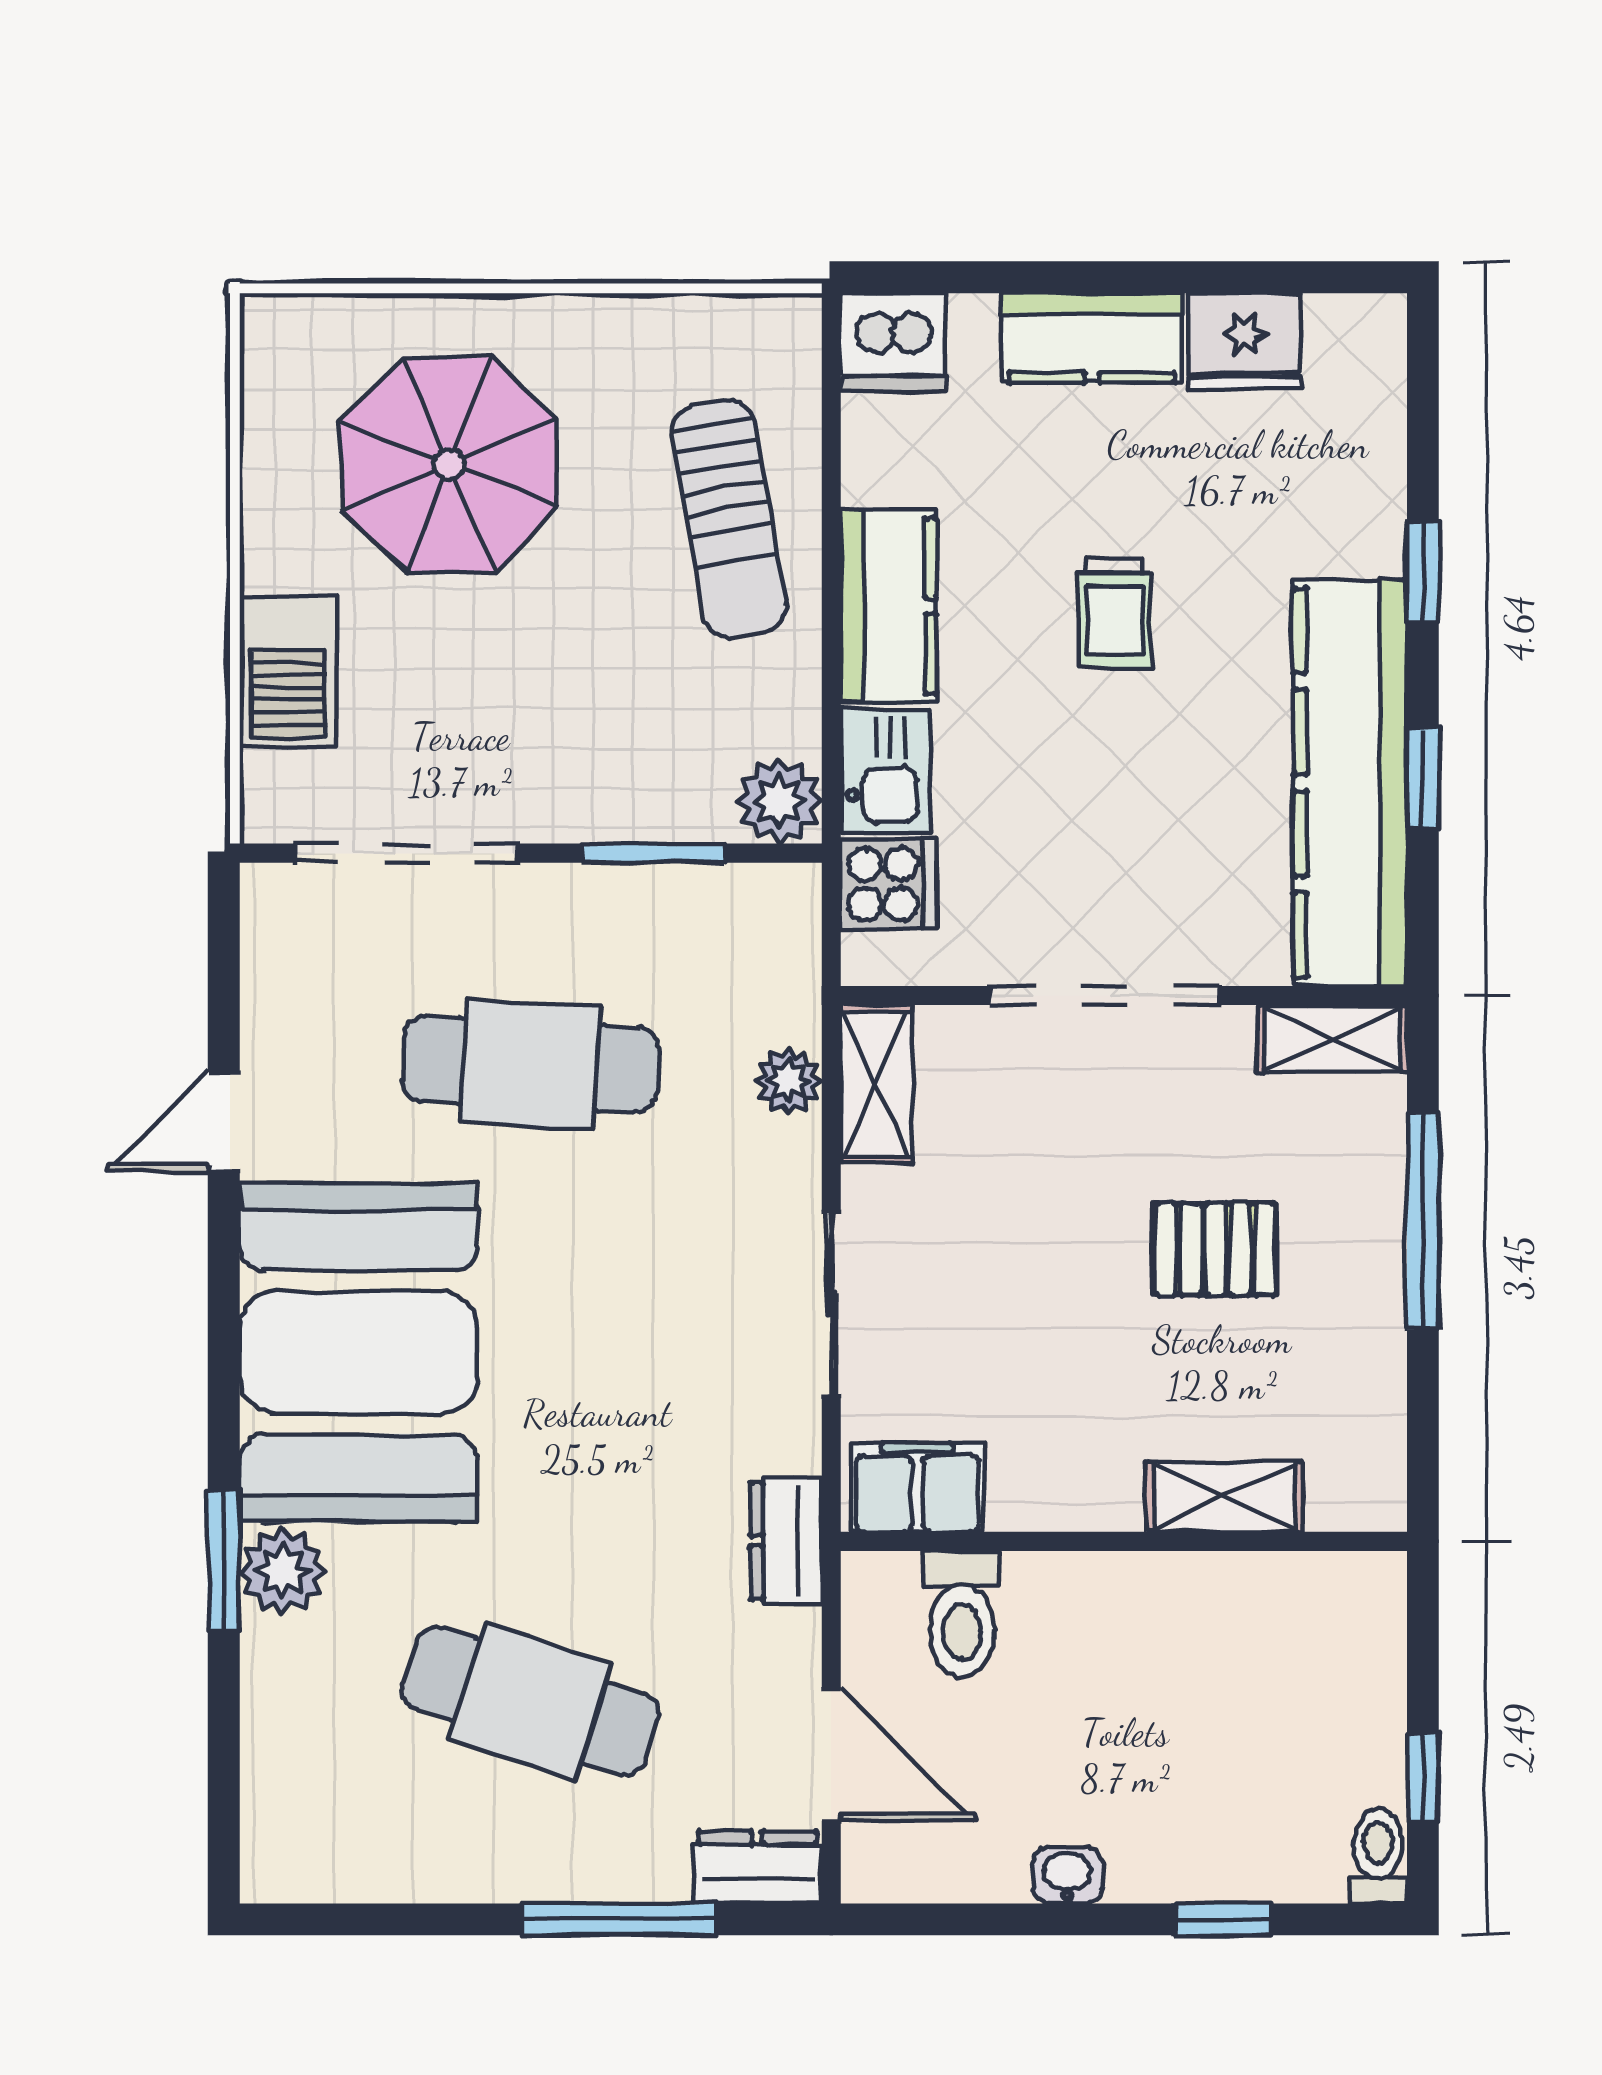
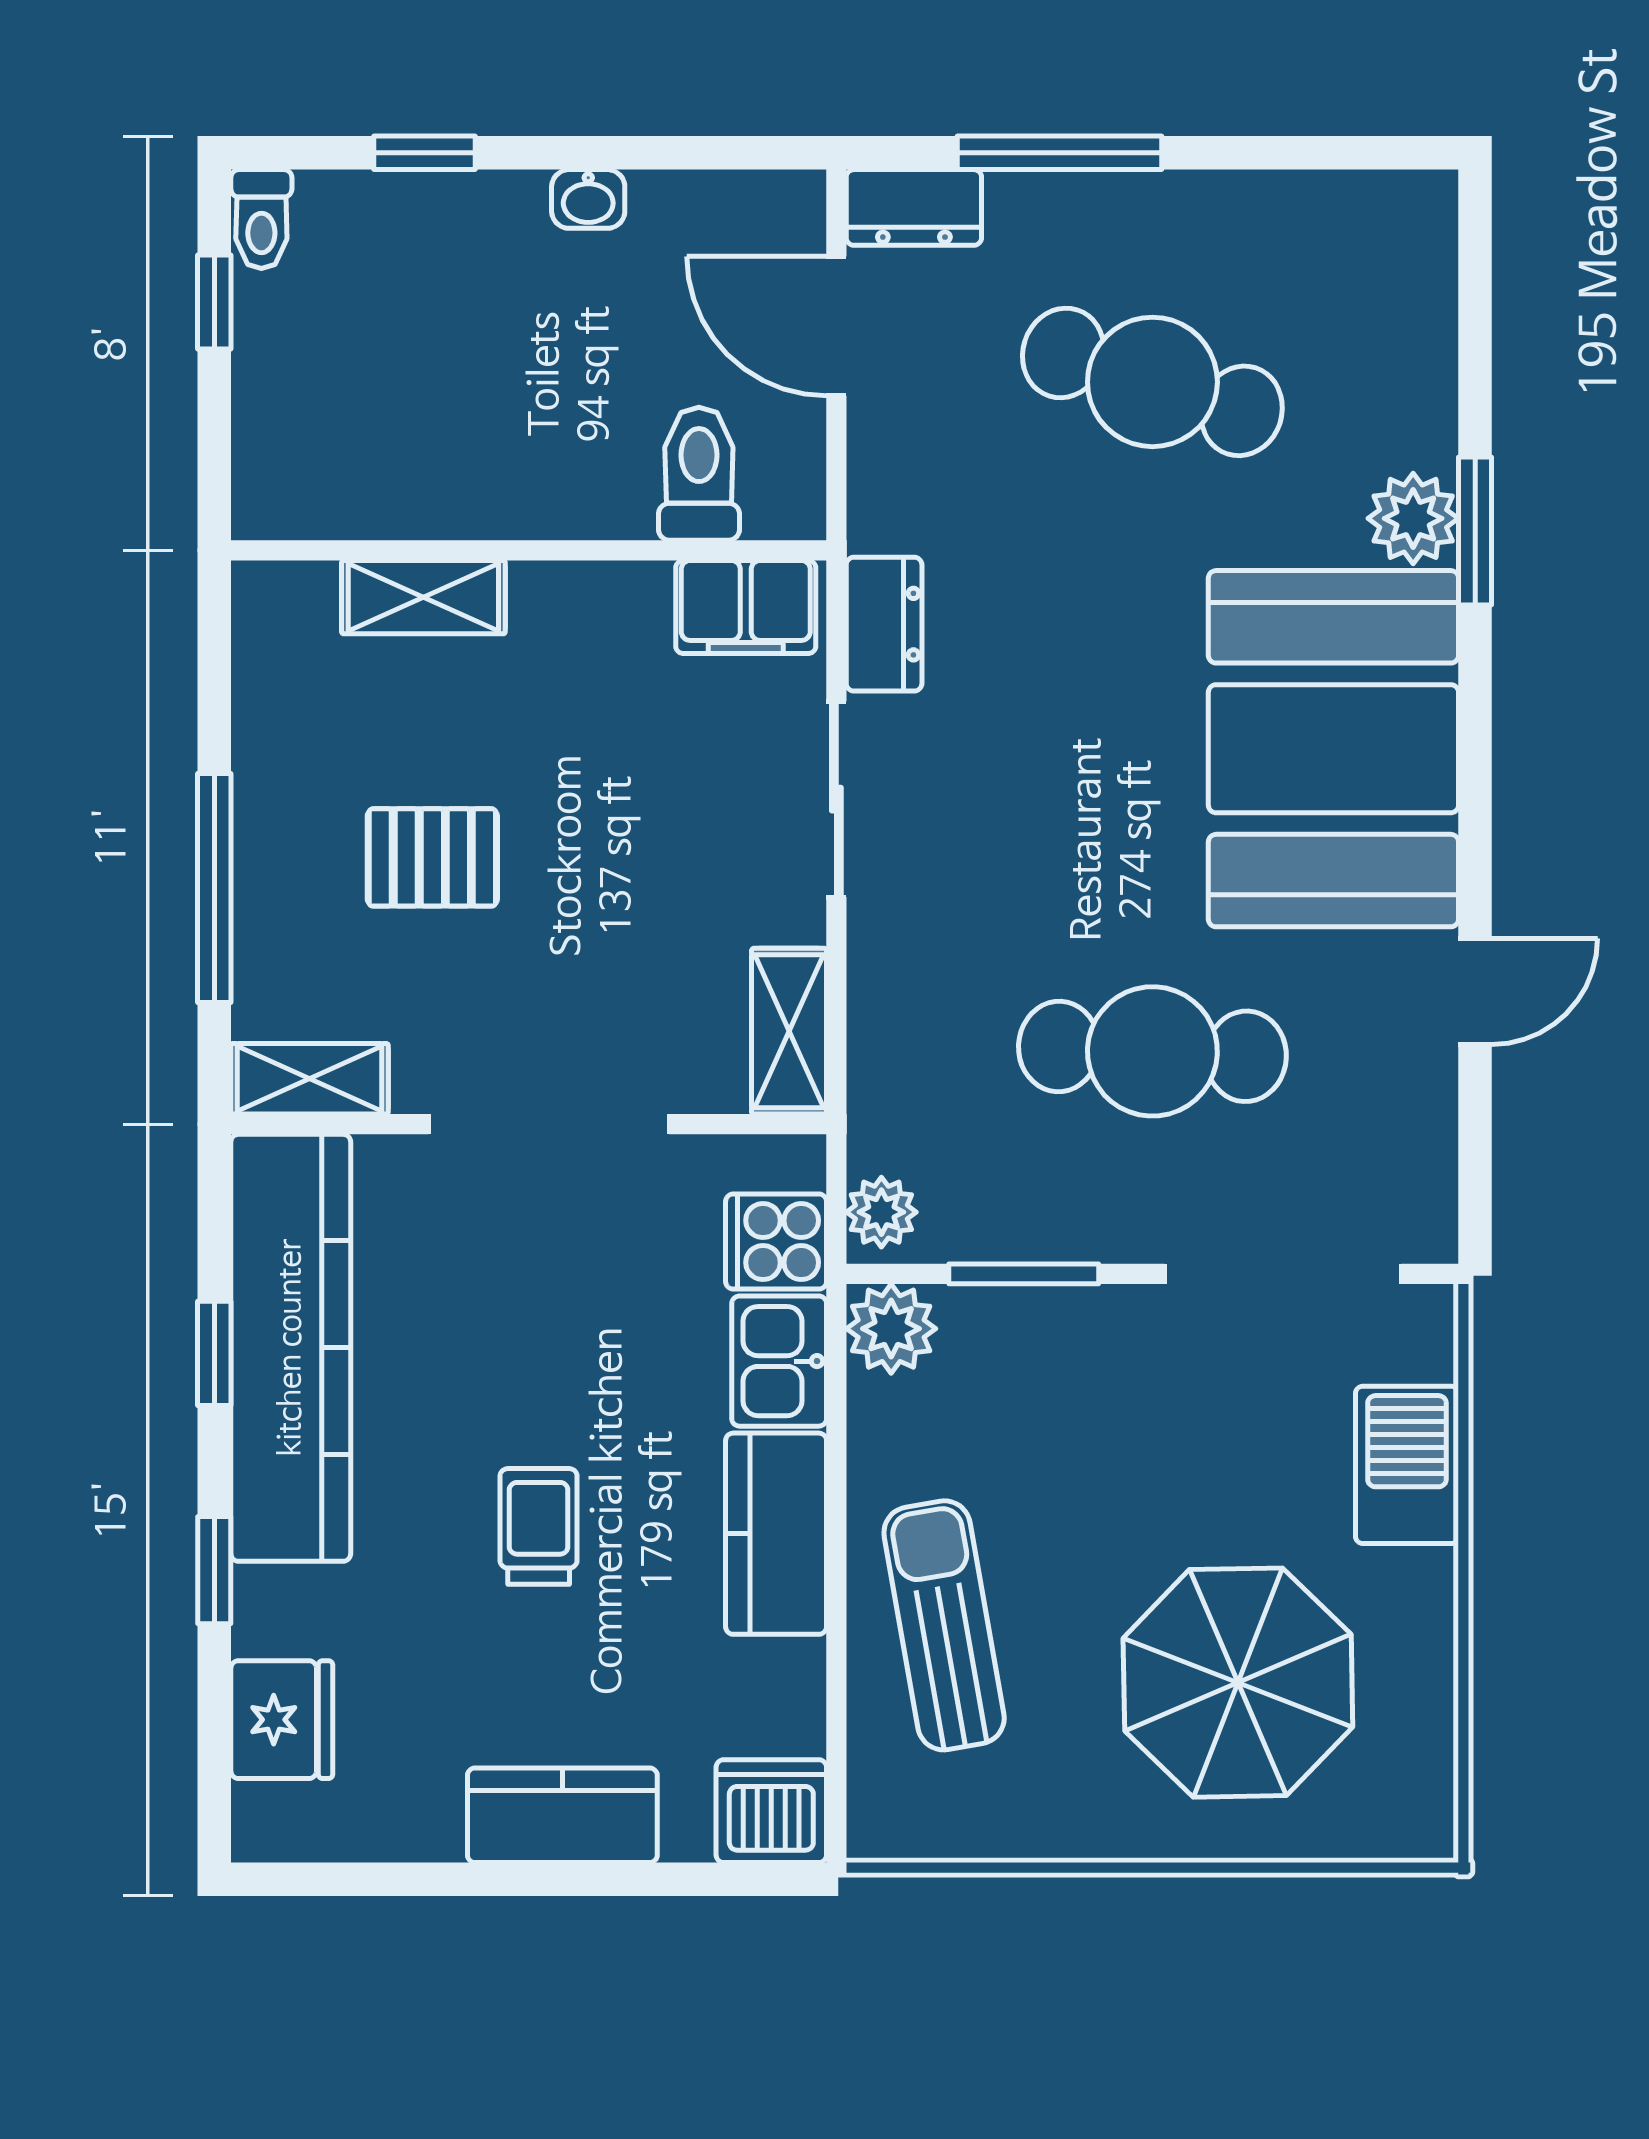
fridge: (1245, 341) -> (282, 1720), moved, turned 90
plant: (788, 1081) -> (881, 1212), moved
dresser: (786, 1541) -> (884, 624), moved

